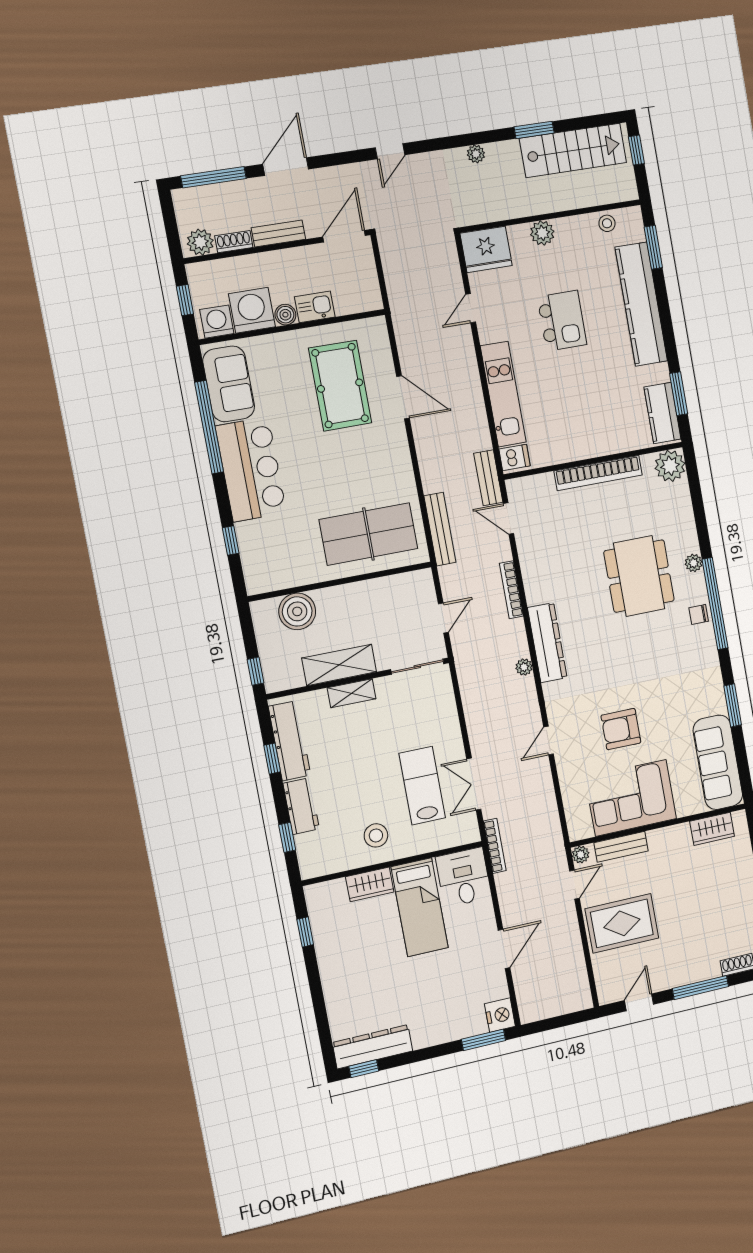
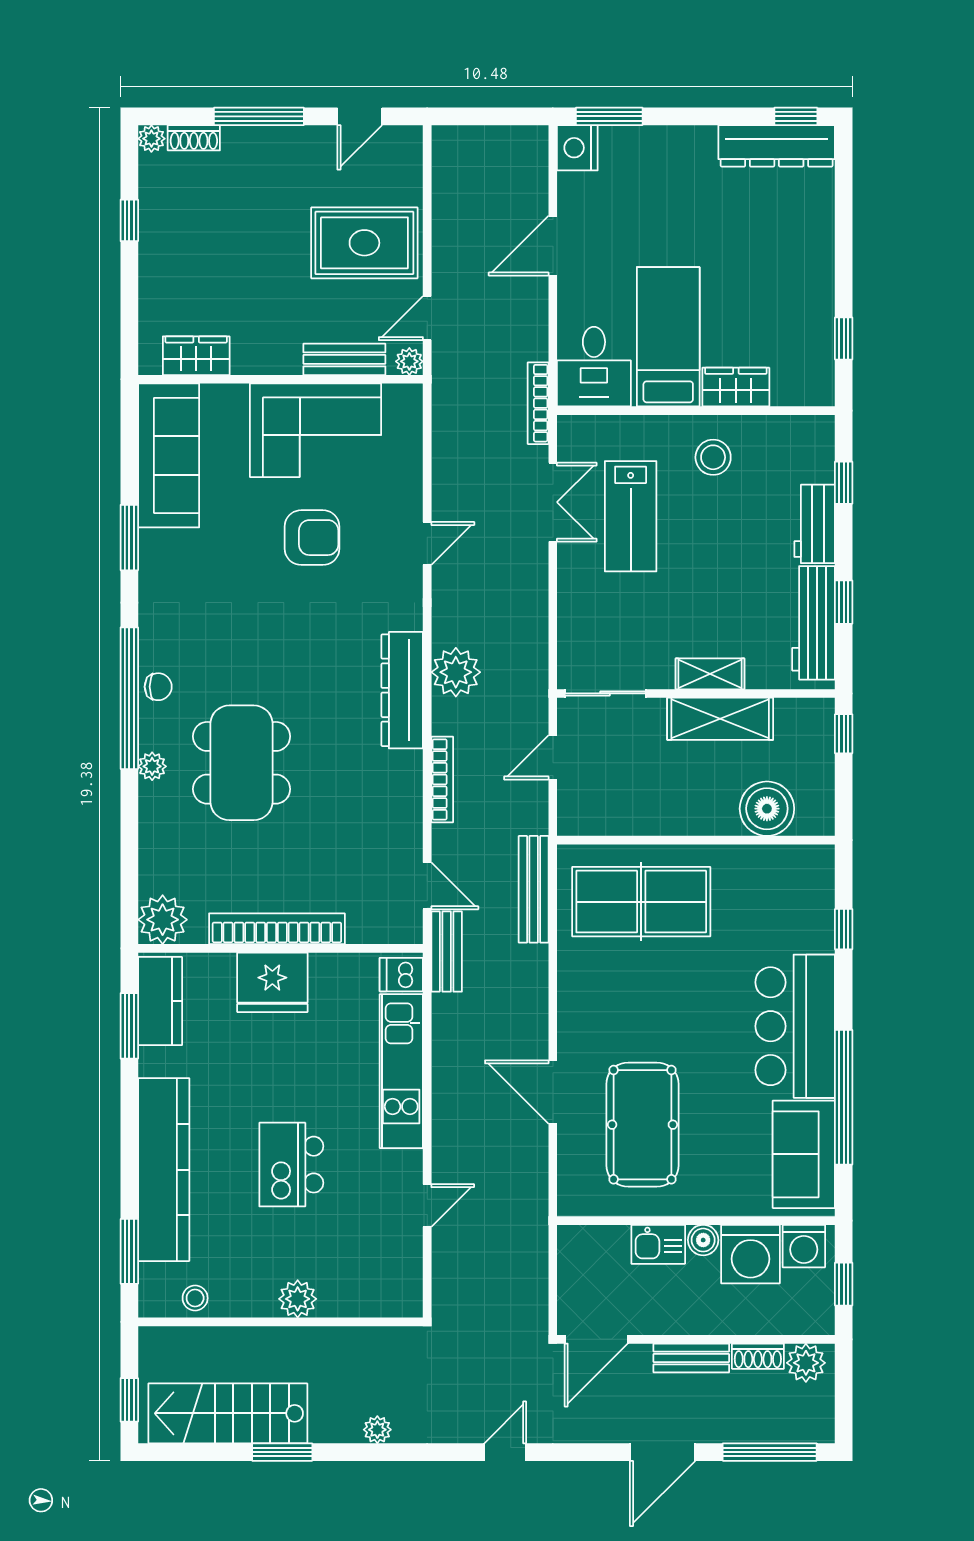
fridge: (486, 249) -> (272, 982), moved, turned 180
plant: (524, 667) -> (456, 672), width x1.87, depth x1.87

